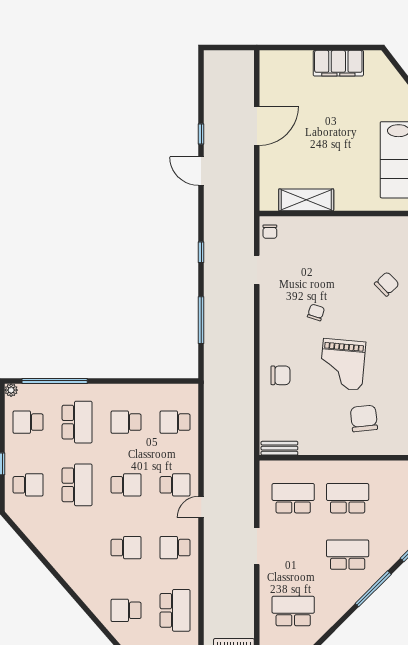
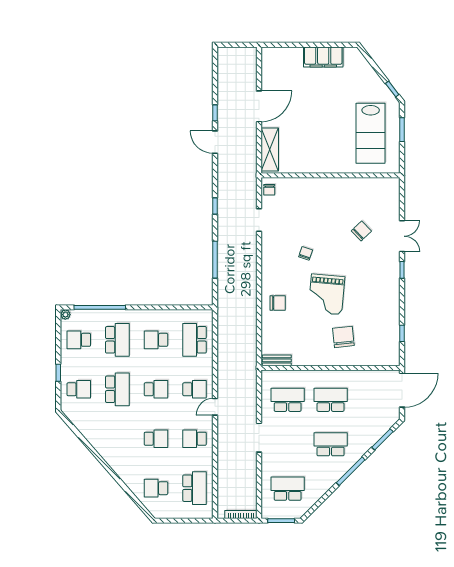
shelving: (306, 200) -> (270, 150), moved, turned 90
school desk: (175, 422) -> (195, 340), width x1.85

